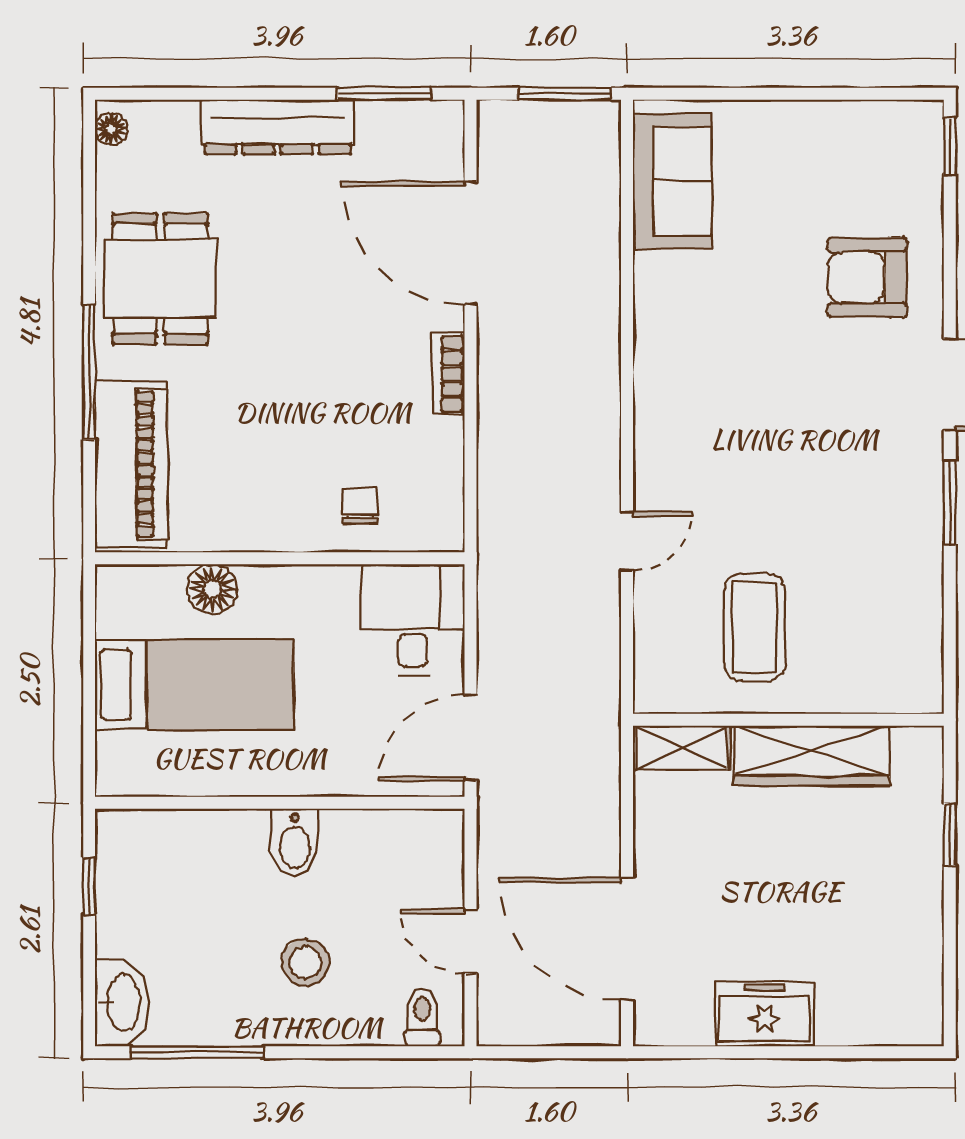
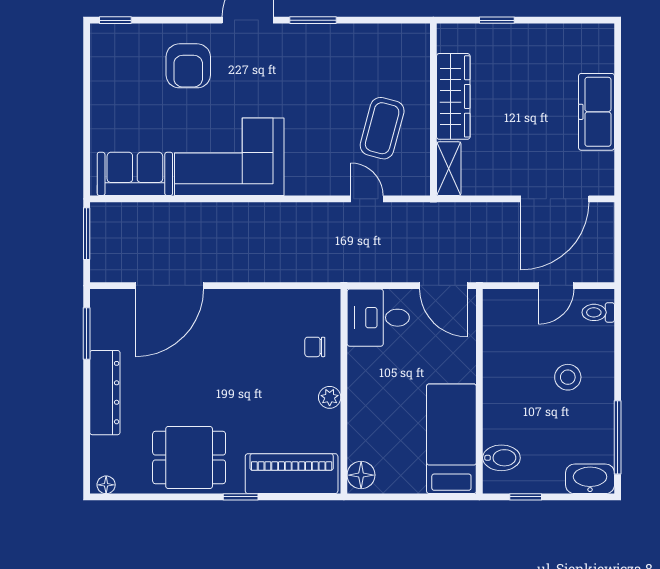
corner sofa: (703, 351) -> (229, 157), added
window: (89, 372) -> (241, 497), width x0.46
bookcase: (448, 374) -> (242, 298), removed
plant: (269, 532) -> (330, 397), added
door: (627, 541) -> (367, 199), moved
floor lamp: (212, 589) -> (361, 475), moved
coffee table: (755, 627) -> (382, 128), turned -75
bed: (194, 685) -> (451, 439), moved
bidet: (295, 843) -> (501, 458), moved
freezer: (764, 1014) -> (597, 112), width x1.40

